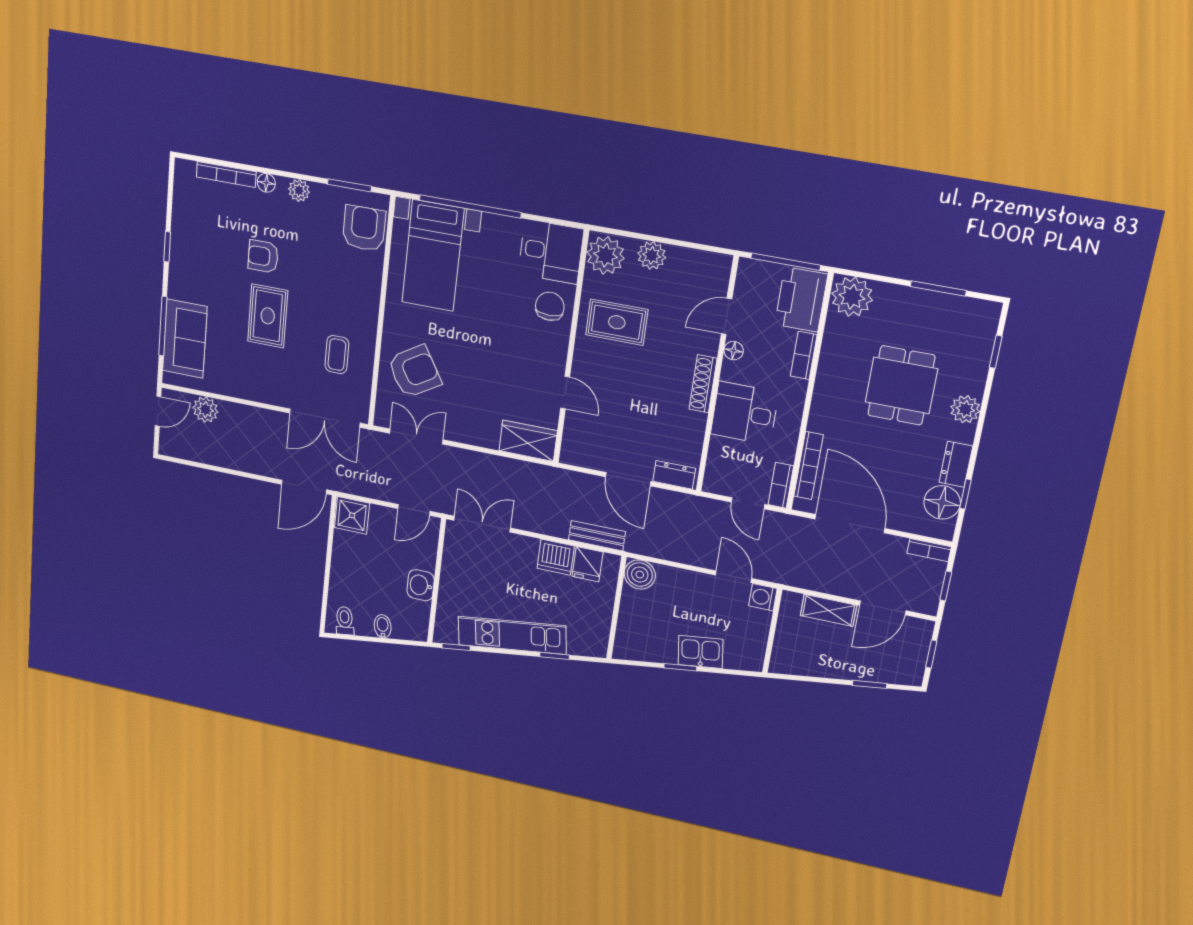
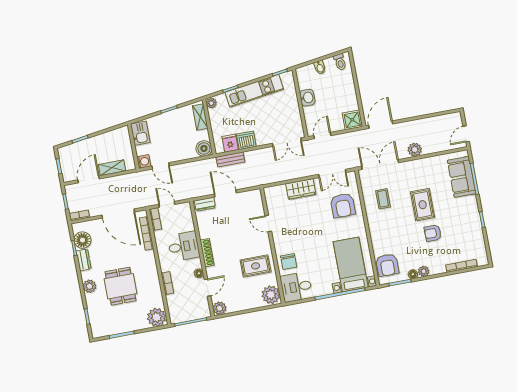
floor lamp: (266, 183) -> (413, 274), moved
plant: (652, 255) -> (219, 308), moved
armchair: (263, 256) -> (433, 233), turned 180
printer: (801, 299) -> (178, 308), removed
armchair: (414, 371) -> (343, 205), turned -59
plant: (205, 410) -> (415, 150), moved
wardrobe: (528, 441) -> (301, 189), moved
shelving: (627, 631) -> (200, 117), added
plant: (598, 646) -> (211, 103), added
kitchen sink: (701, 652) -> (140, 133), moved, turned -82

